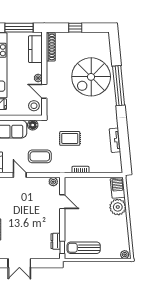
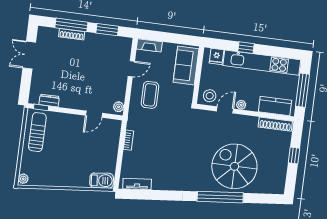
floor lamp: (33, 125) -> (187, 91), removed
rug: (70, 138) -> (166, 132), removed
tv unit: (115, 140) -> (137, 184), moved
plant: (118, 207) -> (79, 178), removed

